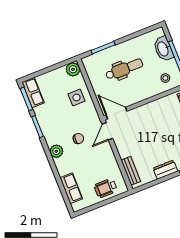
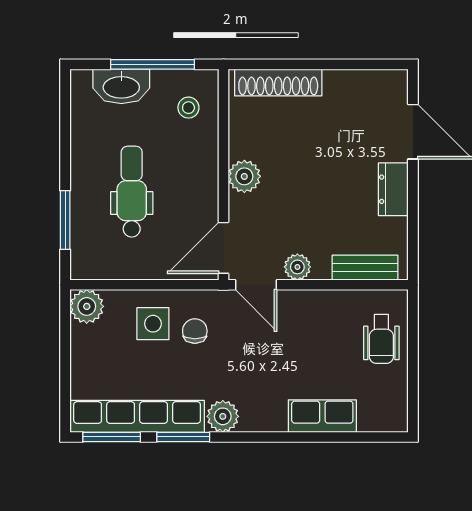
row of seats: (33, 93) -> (137, 416), width x2.02
plant: (147, 110) -> (244, 176), added
chair: (78, 139) -> (195, 331), moved
plant: (121, 145) -> (297, 267), added
plant: (56, 151) -> (223, 416), moved
row of seats: (71, 188) -> (322, 416), moved

